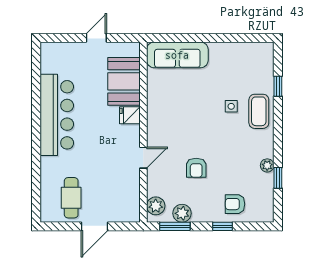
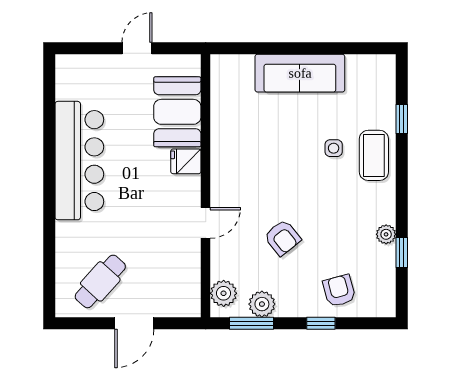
sofa: (177, 55) -> (300, 73), moved
armchair: (196, 168) -> (282, 238), turned -39
cafe table: (71, 198) -> (100, 281), turned 42
armchair: (235, 204) -> (339, 291), turned 75

